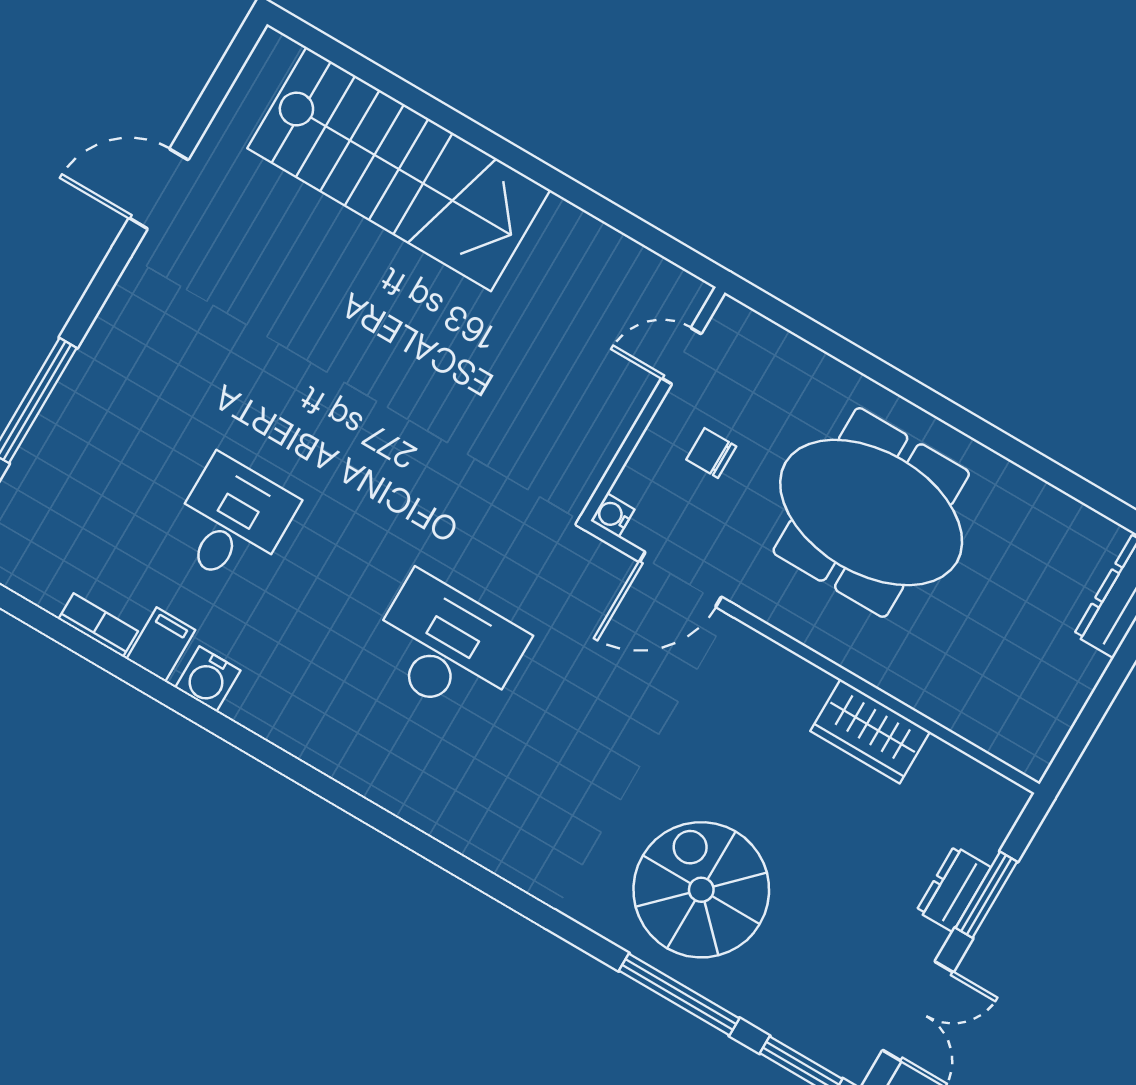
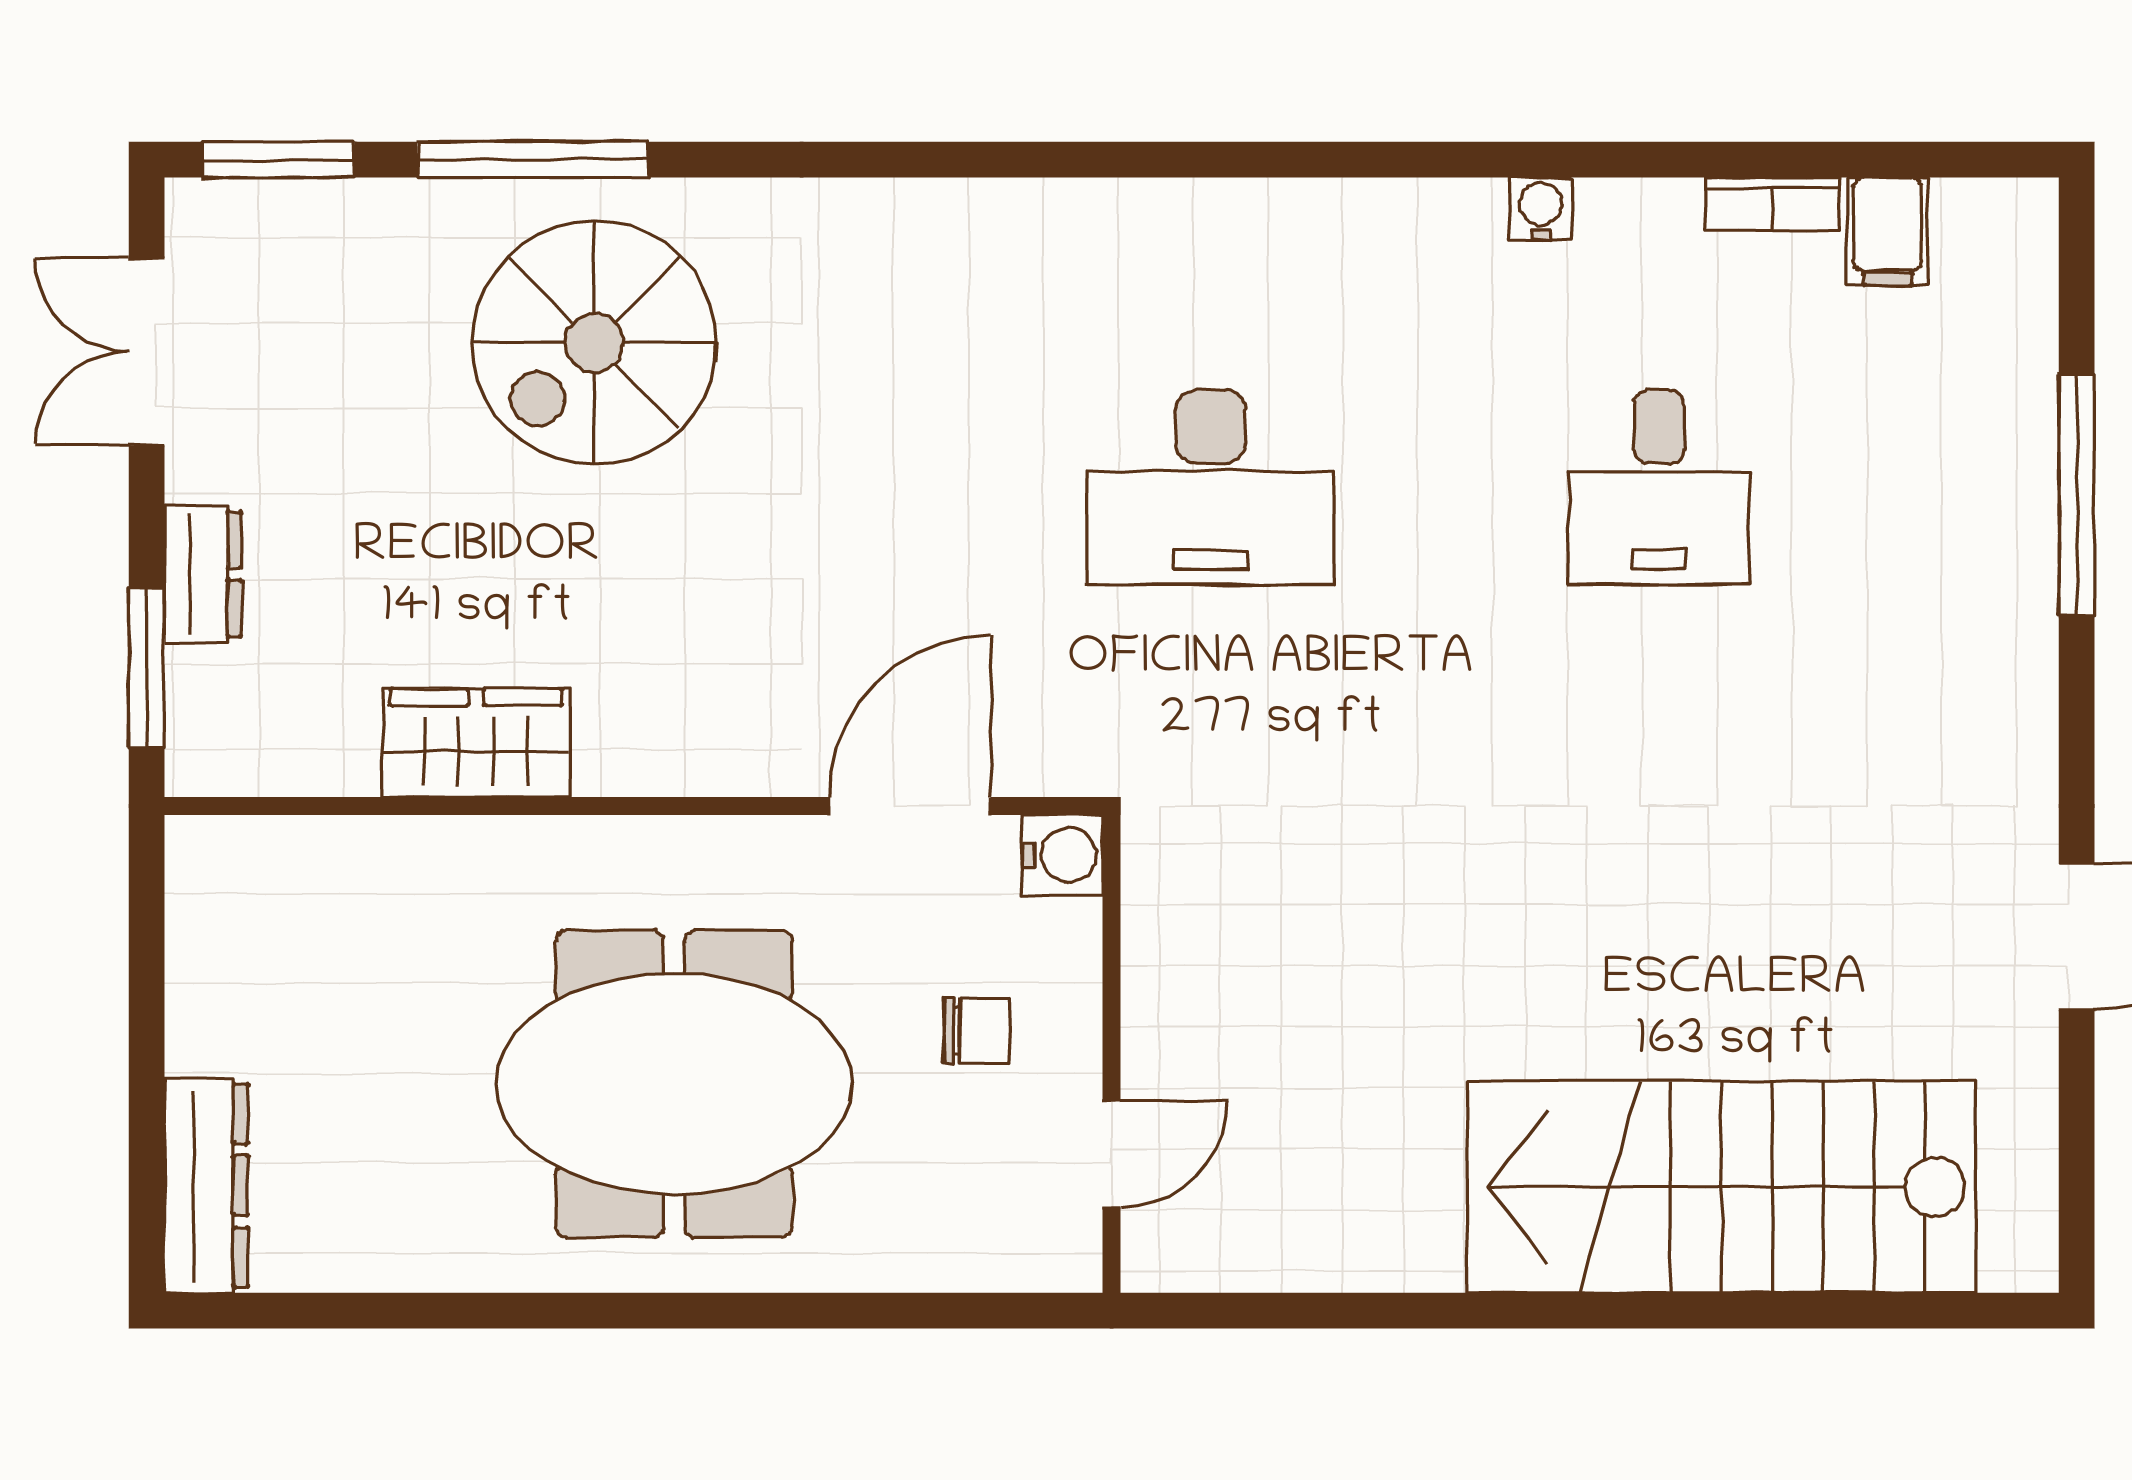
water cooler: (613, 515) -> (1062, 855), width x1.38, depth x1.38
filing cabinet: (161, 644) -> (1888, 231), moved
water cooler: (208, 679) -> (1541, 209), width x0.72, depth x0.72
spiral stairs: (701, 890) -> (594, 343), turned 90
window: (986, 895) -> (147, 668), moved

